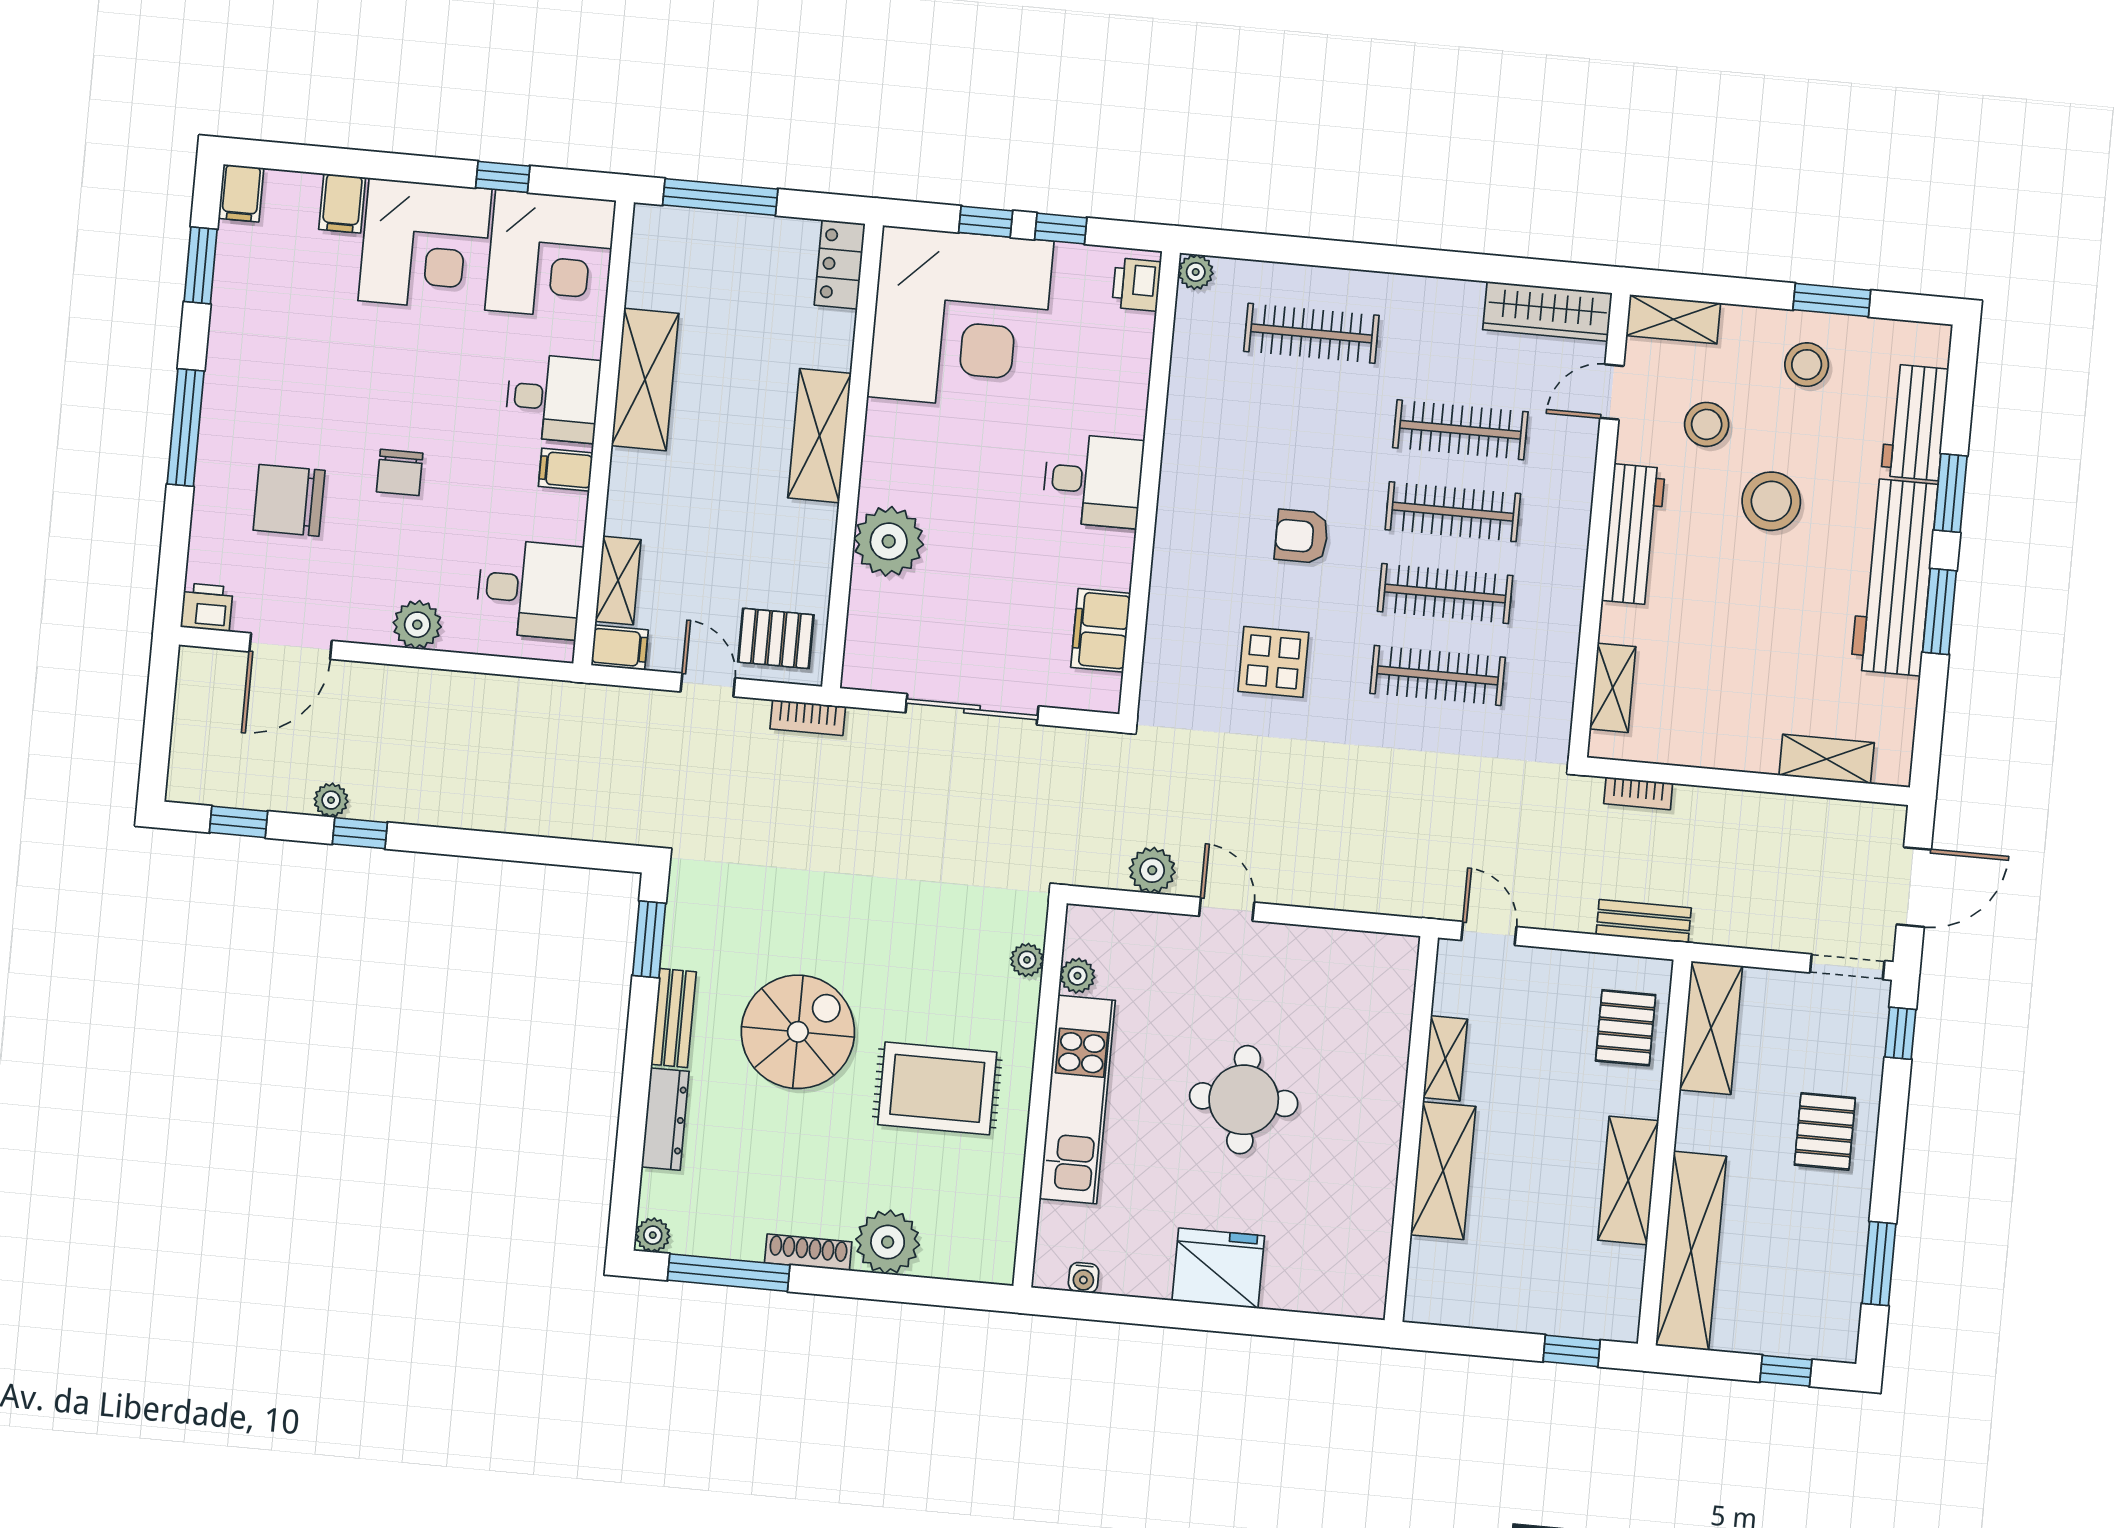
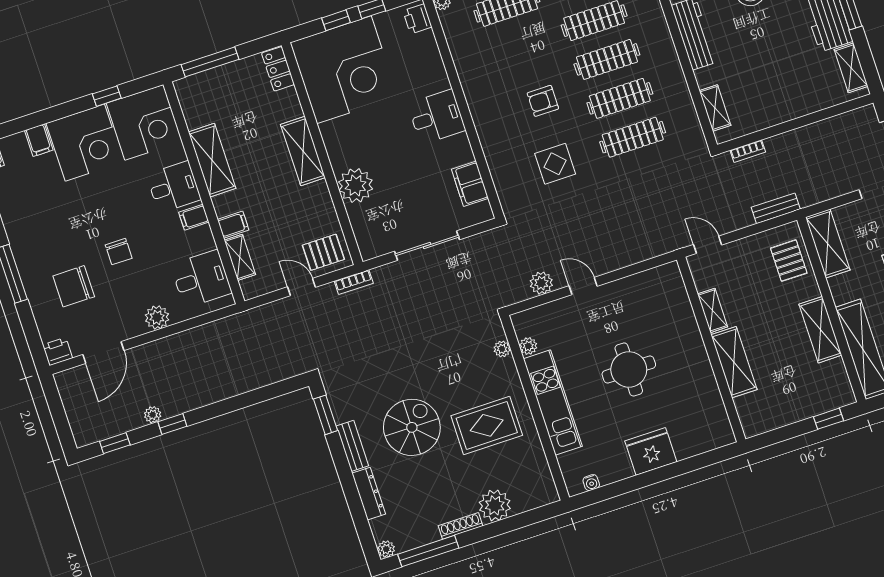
filing cabinet: (620, 648) -> (233, 225), moved
shelving: (1827, 759) -> (851, 68), moved, turned 90

